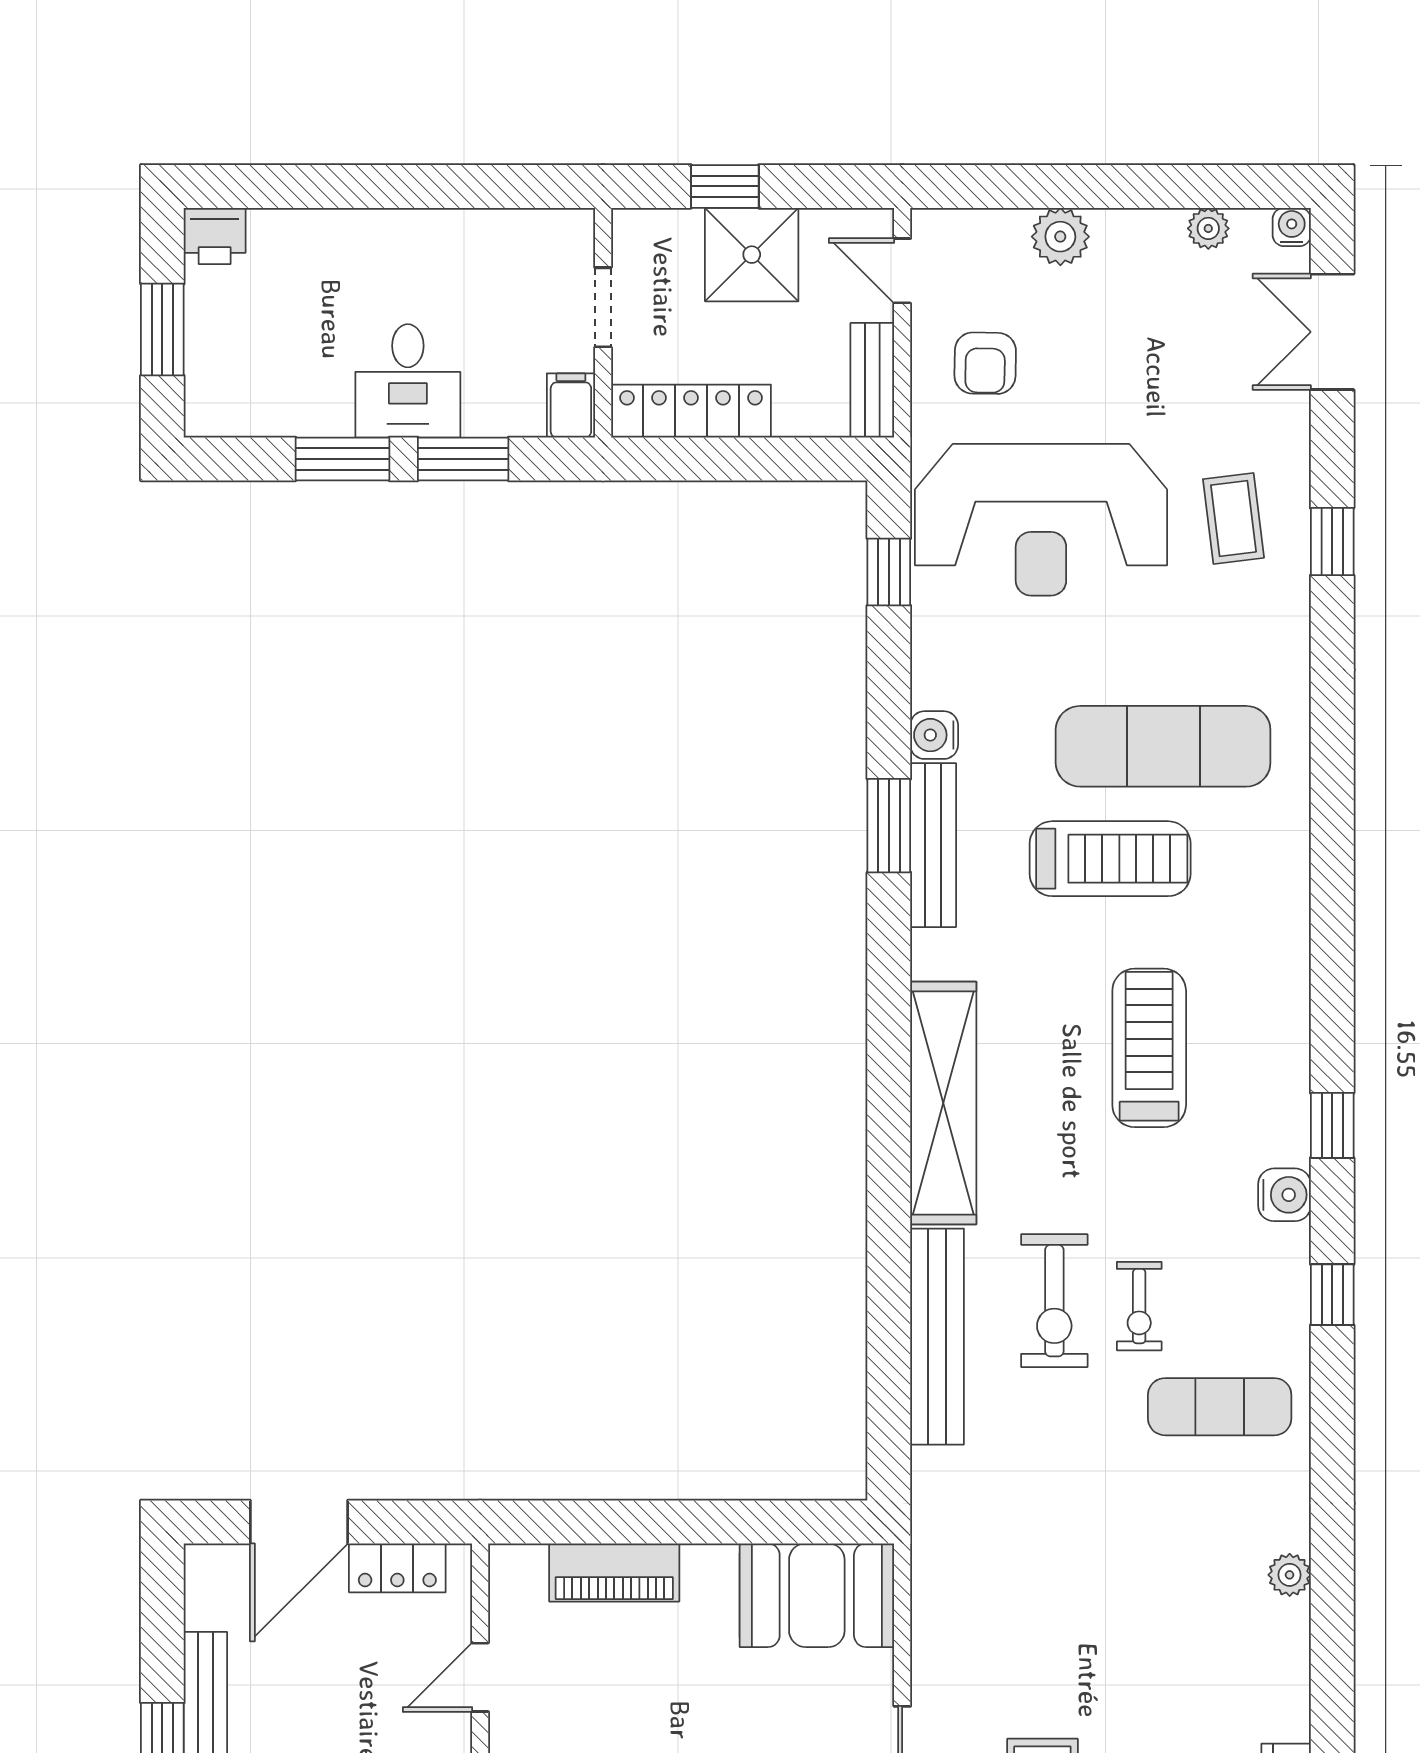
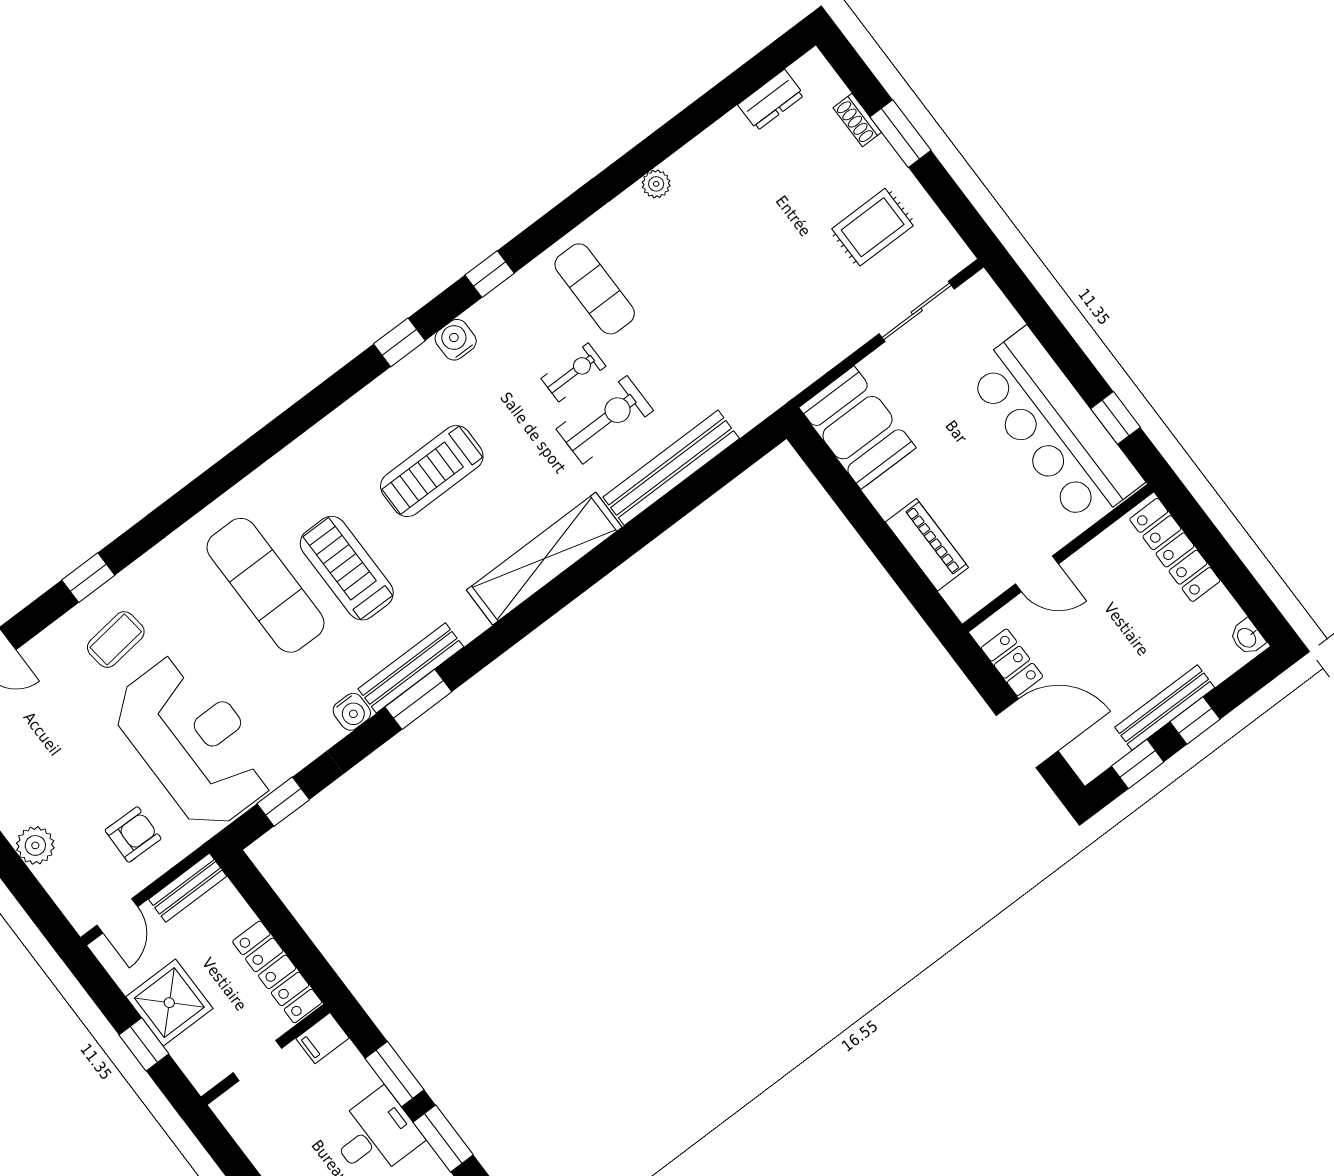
window: (162, 1626) -> (1138, 764), added

